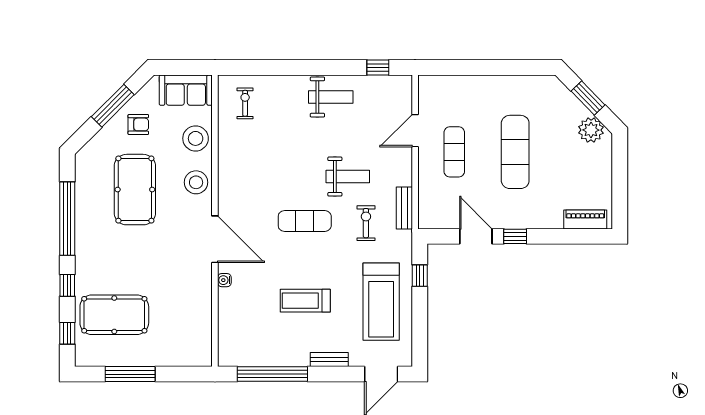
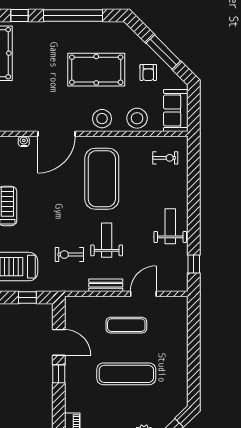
weight bench: (331, 97) -> (170, 226), turned 180
door: (415, 131) -> (143, 294), hinge flipped
weight bench: (348, 177) -> (107, 240), turned 180
bench: (404, 208) -> (106, 285), moved
exercise mat: (305, 221) -> (102, 179), moved, width x2.00, depth x1.45
exercise bike: (366, 223) -> (69, 255), turned 180
door: (476, 236) -> (59, 342), hinge flipped

